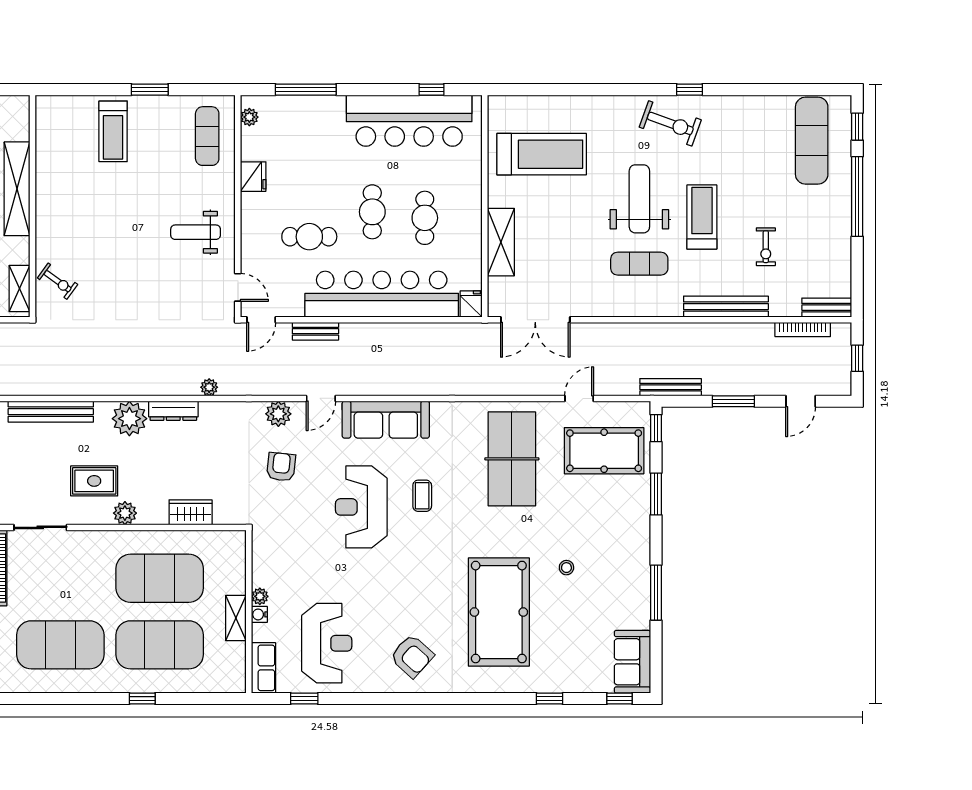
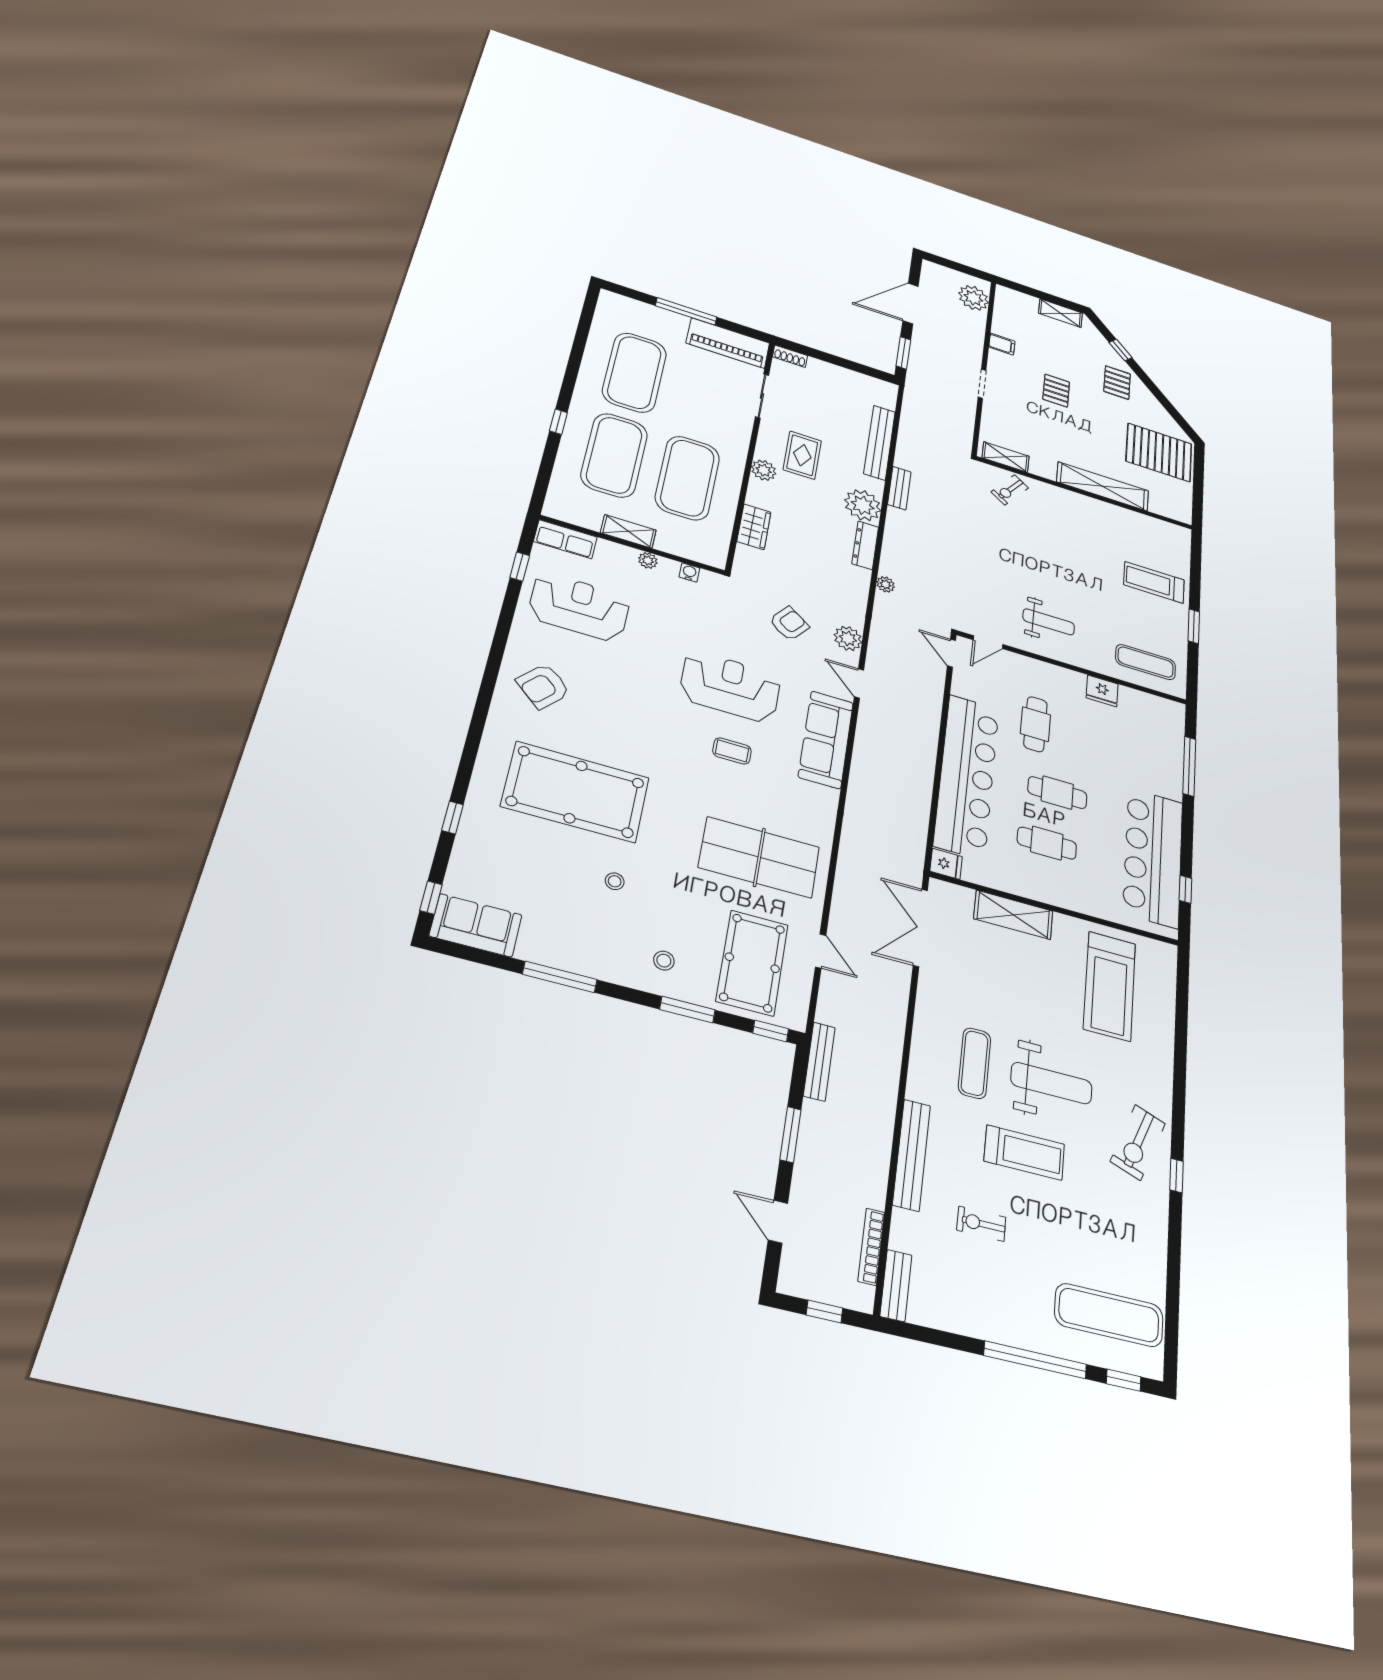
plant: (249, 117) -> (1163, 706), removed
weight bench: (196, 232) -> (1049, 622), turned 90
bench: (315, 331) -> (899, 488), moved
armchair: (281, 467) -> (789, 624), turned -59
stool: (621, 518) -> (664, 961), added
water cooler: (259, 614) -> (689, 573), moved
reception desk: (327, 643) -> (579, 607), turned 180

